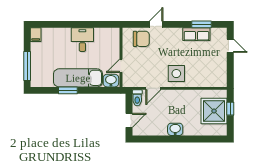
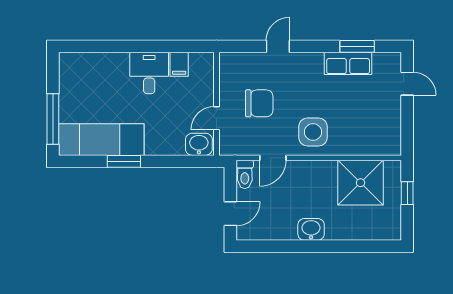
filing cabinet: (36, 35) -> (179, 64), moved
chair: (141, 39) -> (259, 103), moved
exam couch: (78, 78) -> (101, 140), moved
shower: (214, 111) -> (361, 183), moved

